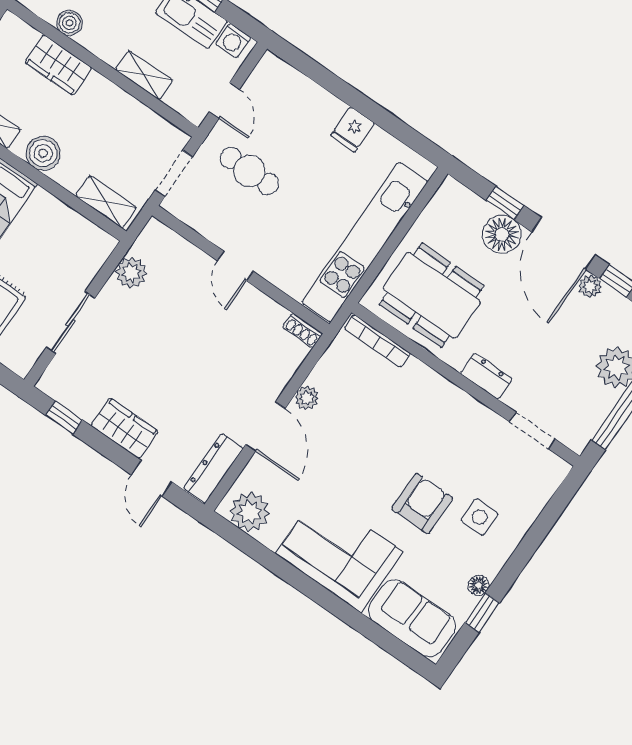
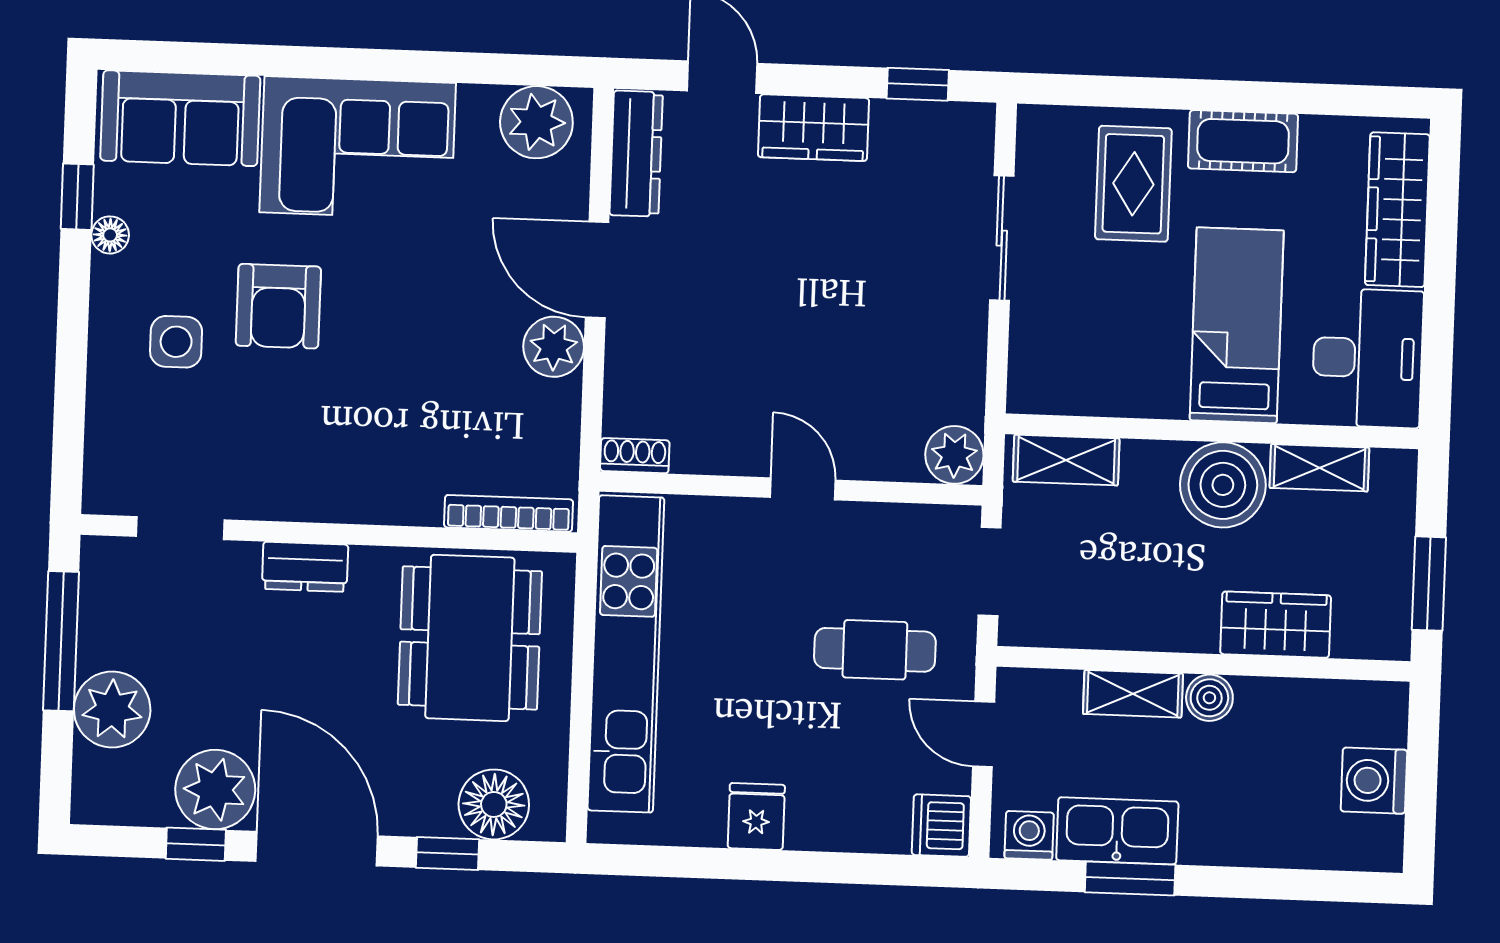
boiler: (70, 23) -> (1209, 698), moved
dishwasher: (270, 71) -> (941, 826), added
boiler: (43, 153) -> (1223, 485), width x1.37, depth x1.37
floor lamp: (502, 234) -> (494, 804), moved
plant: (131, 273) -> (954, 455), moved
plant: (590, 286) -> (215, 790), width x1.87, depth x1.87
dining table: (432, 295) -> (470, 638), turned 90
plant: (307, 398) -> (554, 347), width x1.38, depth x1.38

